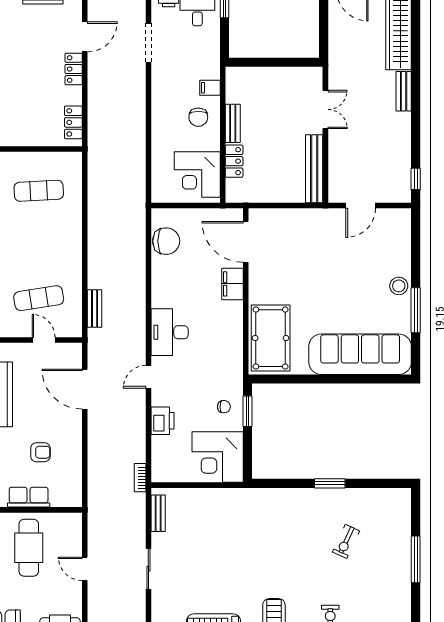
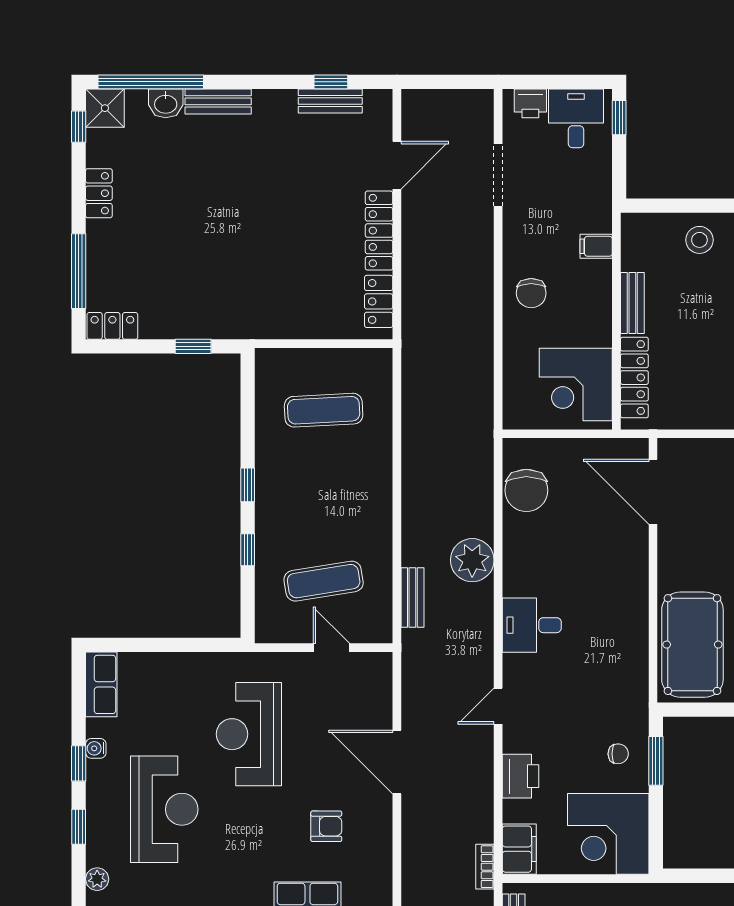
locker: (74, 69) -> (379, 231), width x1.53
stool: (275, 84) -> (699, 240), added
chair: (198, 117) -> (531, 293), moved
locker: (234, 161) -> (634, 378), width x1.53
chair: (166, 241) -> (526, 490), turned 90
filing cabinet: (233, 284) -> (519, 849), moved, turned 180
plant: (132, 285) -> (472, 560), added
desk: (170, 332) -> (532, 625), width x0.73
door: (85, 389) -> (397, 762), moved

